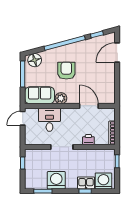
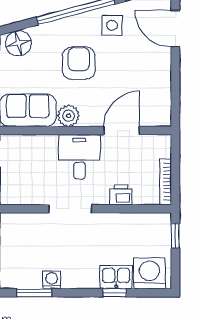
side table: (84, 51) -> (112, 25), added
door: (117, 52) -> (175, 29), hinge flipped
door: (89, 106) -> (122, 131), hinge flipped
desk: (49, 120) -> (79, 157), moved
washing machine: (56, 180) -> (52, 280), width x0.53, depth x0.53

